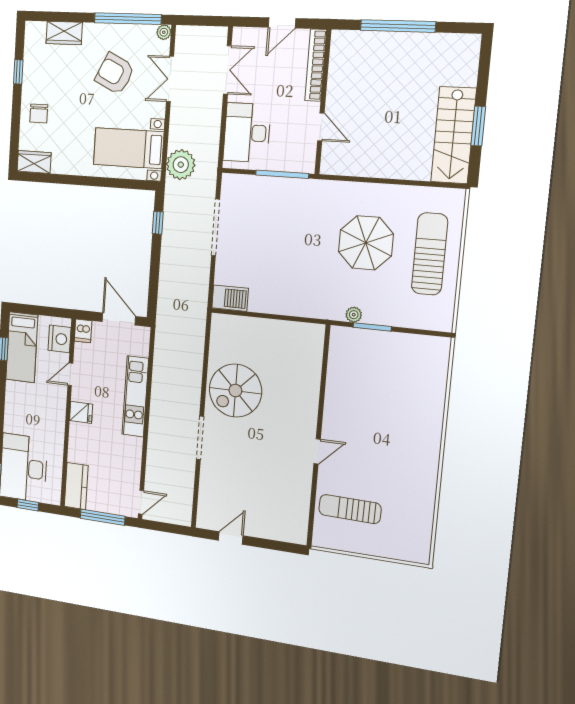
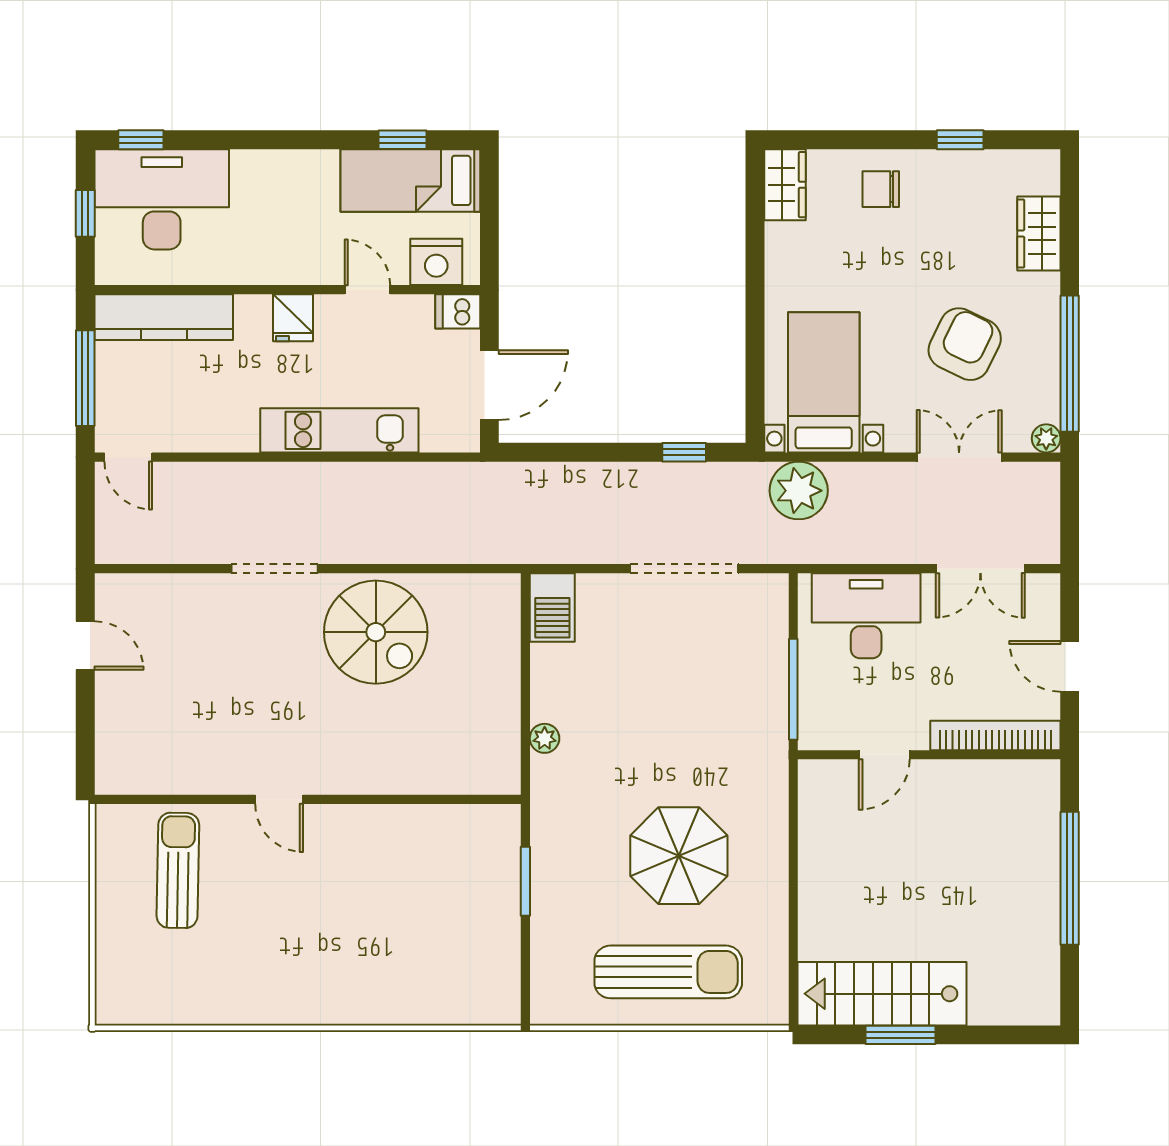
plant: (354, 315) -> (545, 738), moved
spiral stairs: (235, 391) -> (376, 632), turned 180
kitchen counter: (76, 486) -> (164, 317), width x1.50

